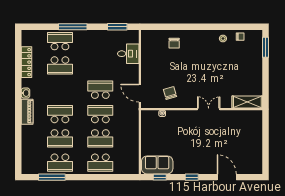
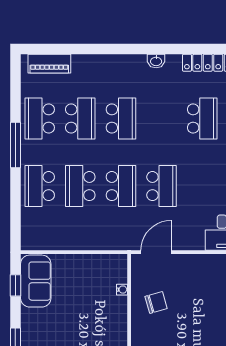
school desk: (60, 65) -> (202, 119), turned 180
piano: (27, 112) -> (49, 64), moved
school desk: (60, 138) -> (80, 119), turned 180
window: (52, 177) -> (15, 145), moved

